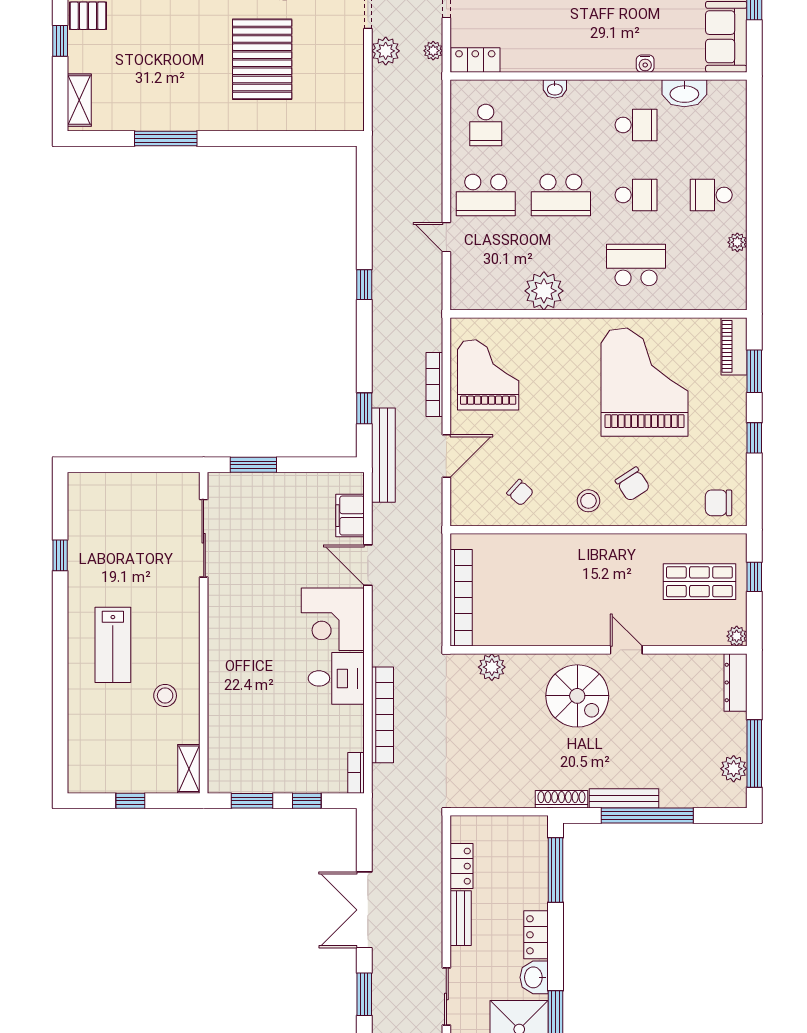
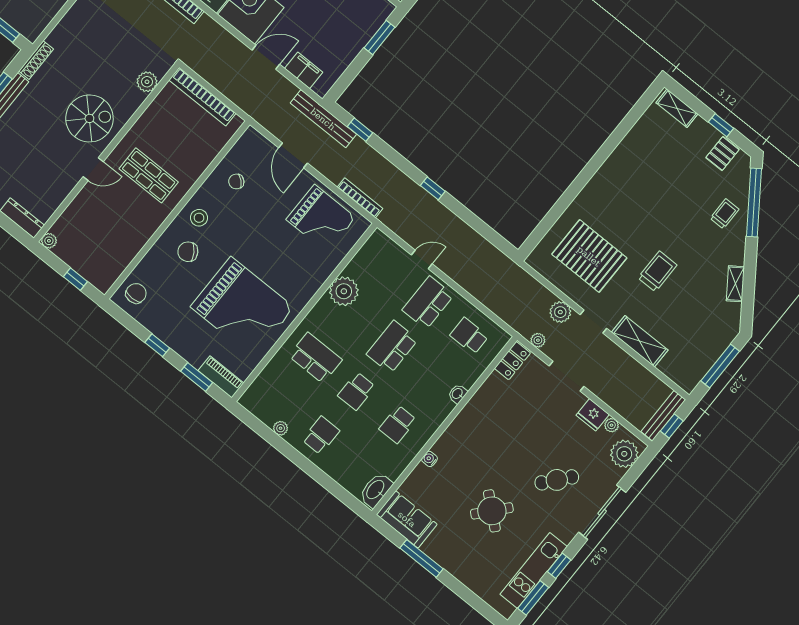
pallet: (262, 59) -> (589, 256), moved
washbasin: (684, 93) -> (376, 490), moved
window: (166, 139) -> (613, 141), removed
school desk: (636, 265) -> (315, 358), turned -90
bookcase: (434, 385) -> (360, 198), moved
shop shelf: (699, 582) -> (149, 175), moved, turned 90
spiral stairs: (577, 696) -> (89, 118), turned 180

